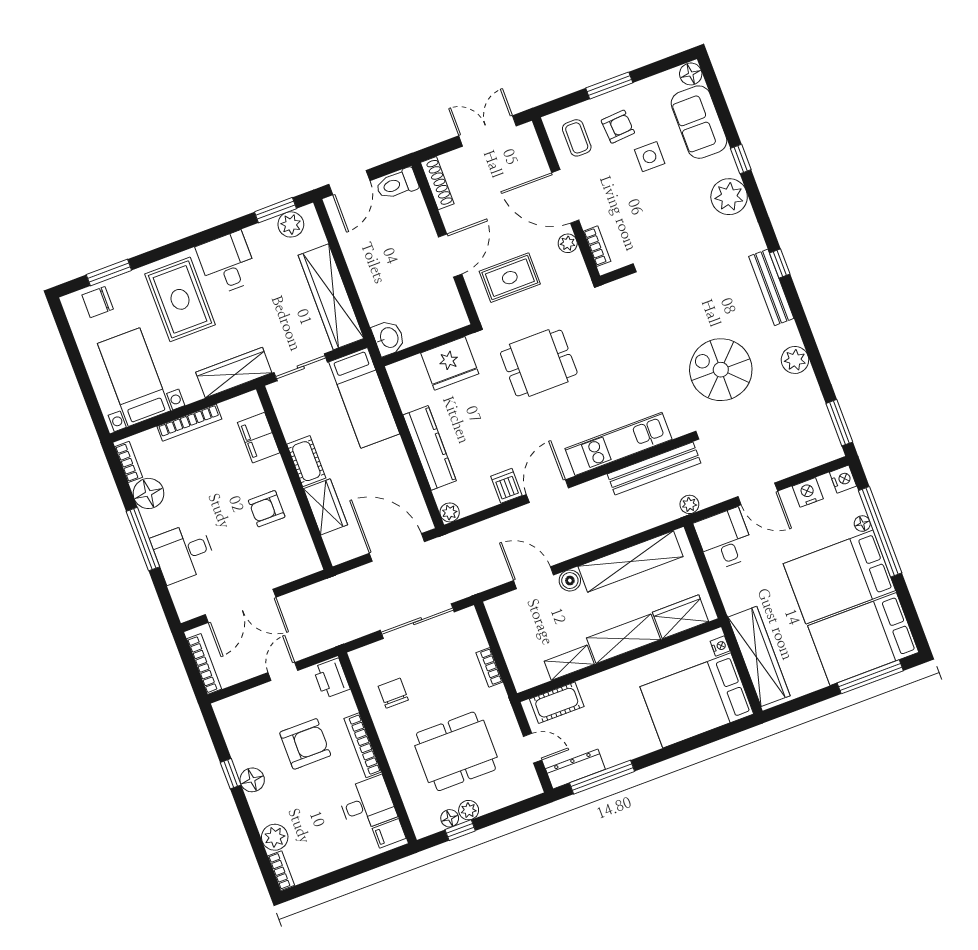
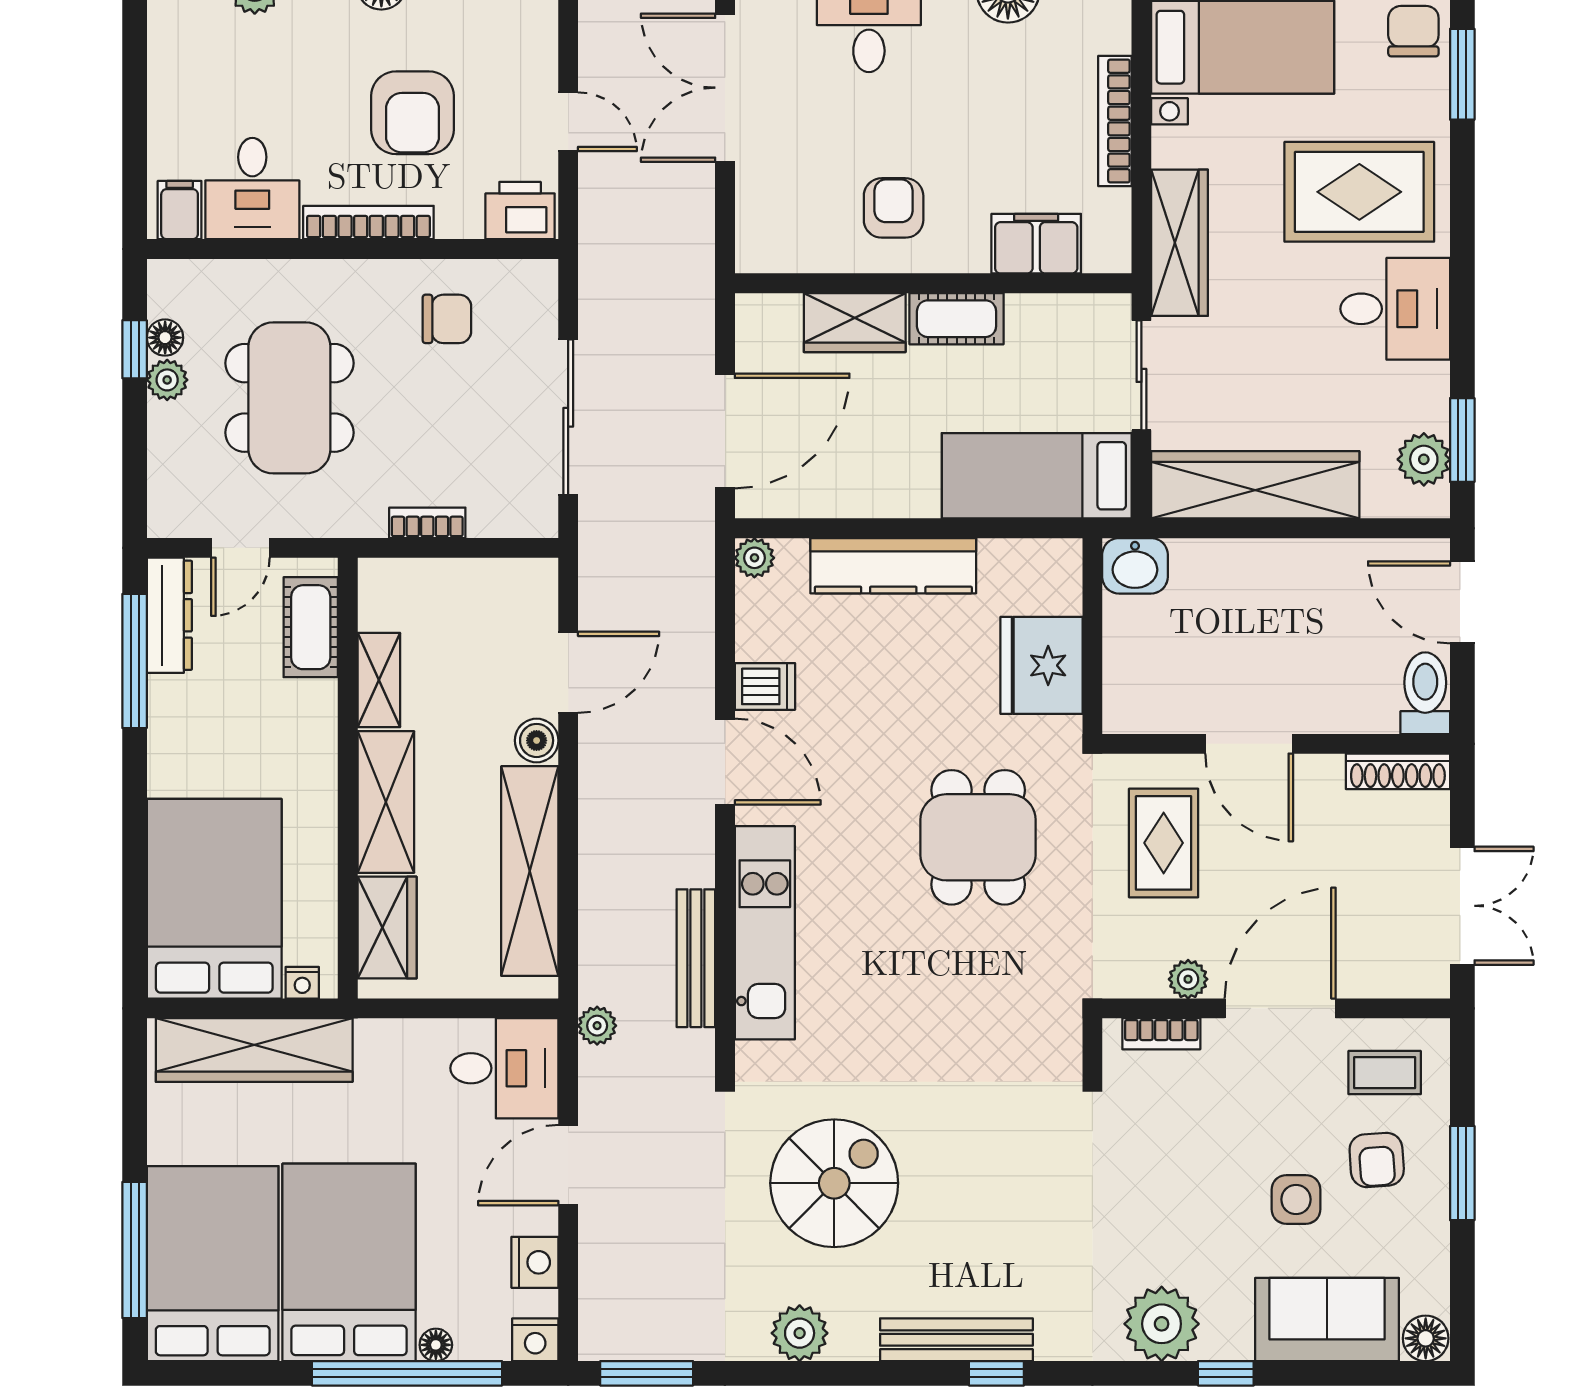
bench: (654, 469) -> (696, 958), width x0.73, depth x0.82

